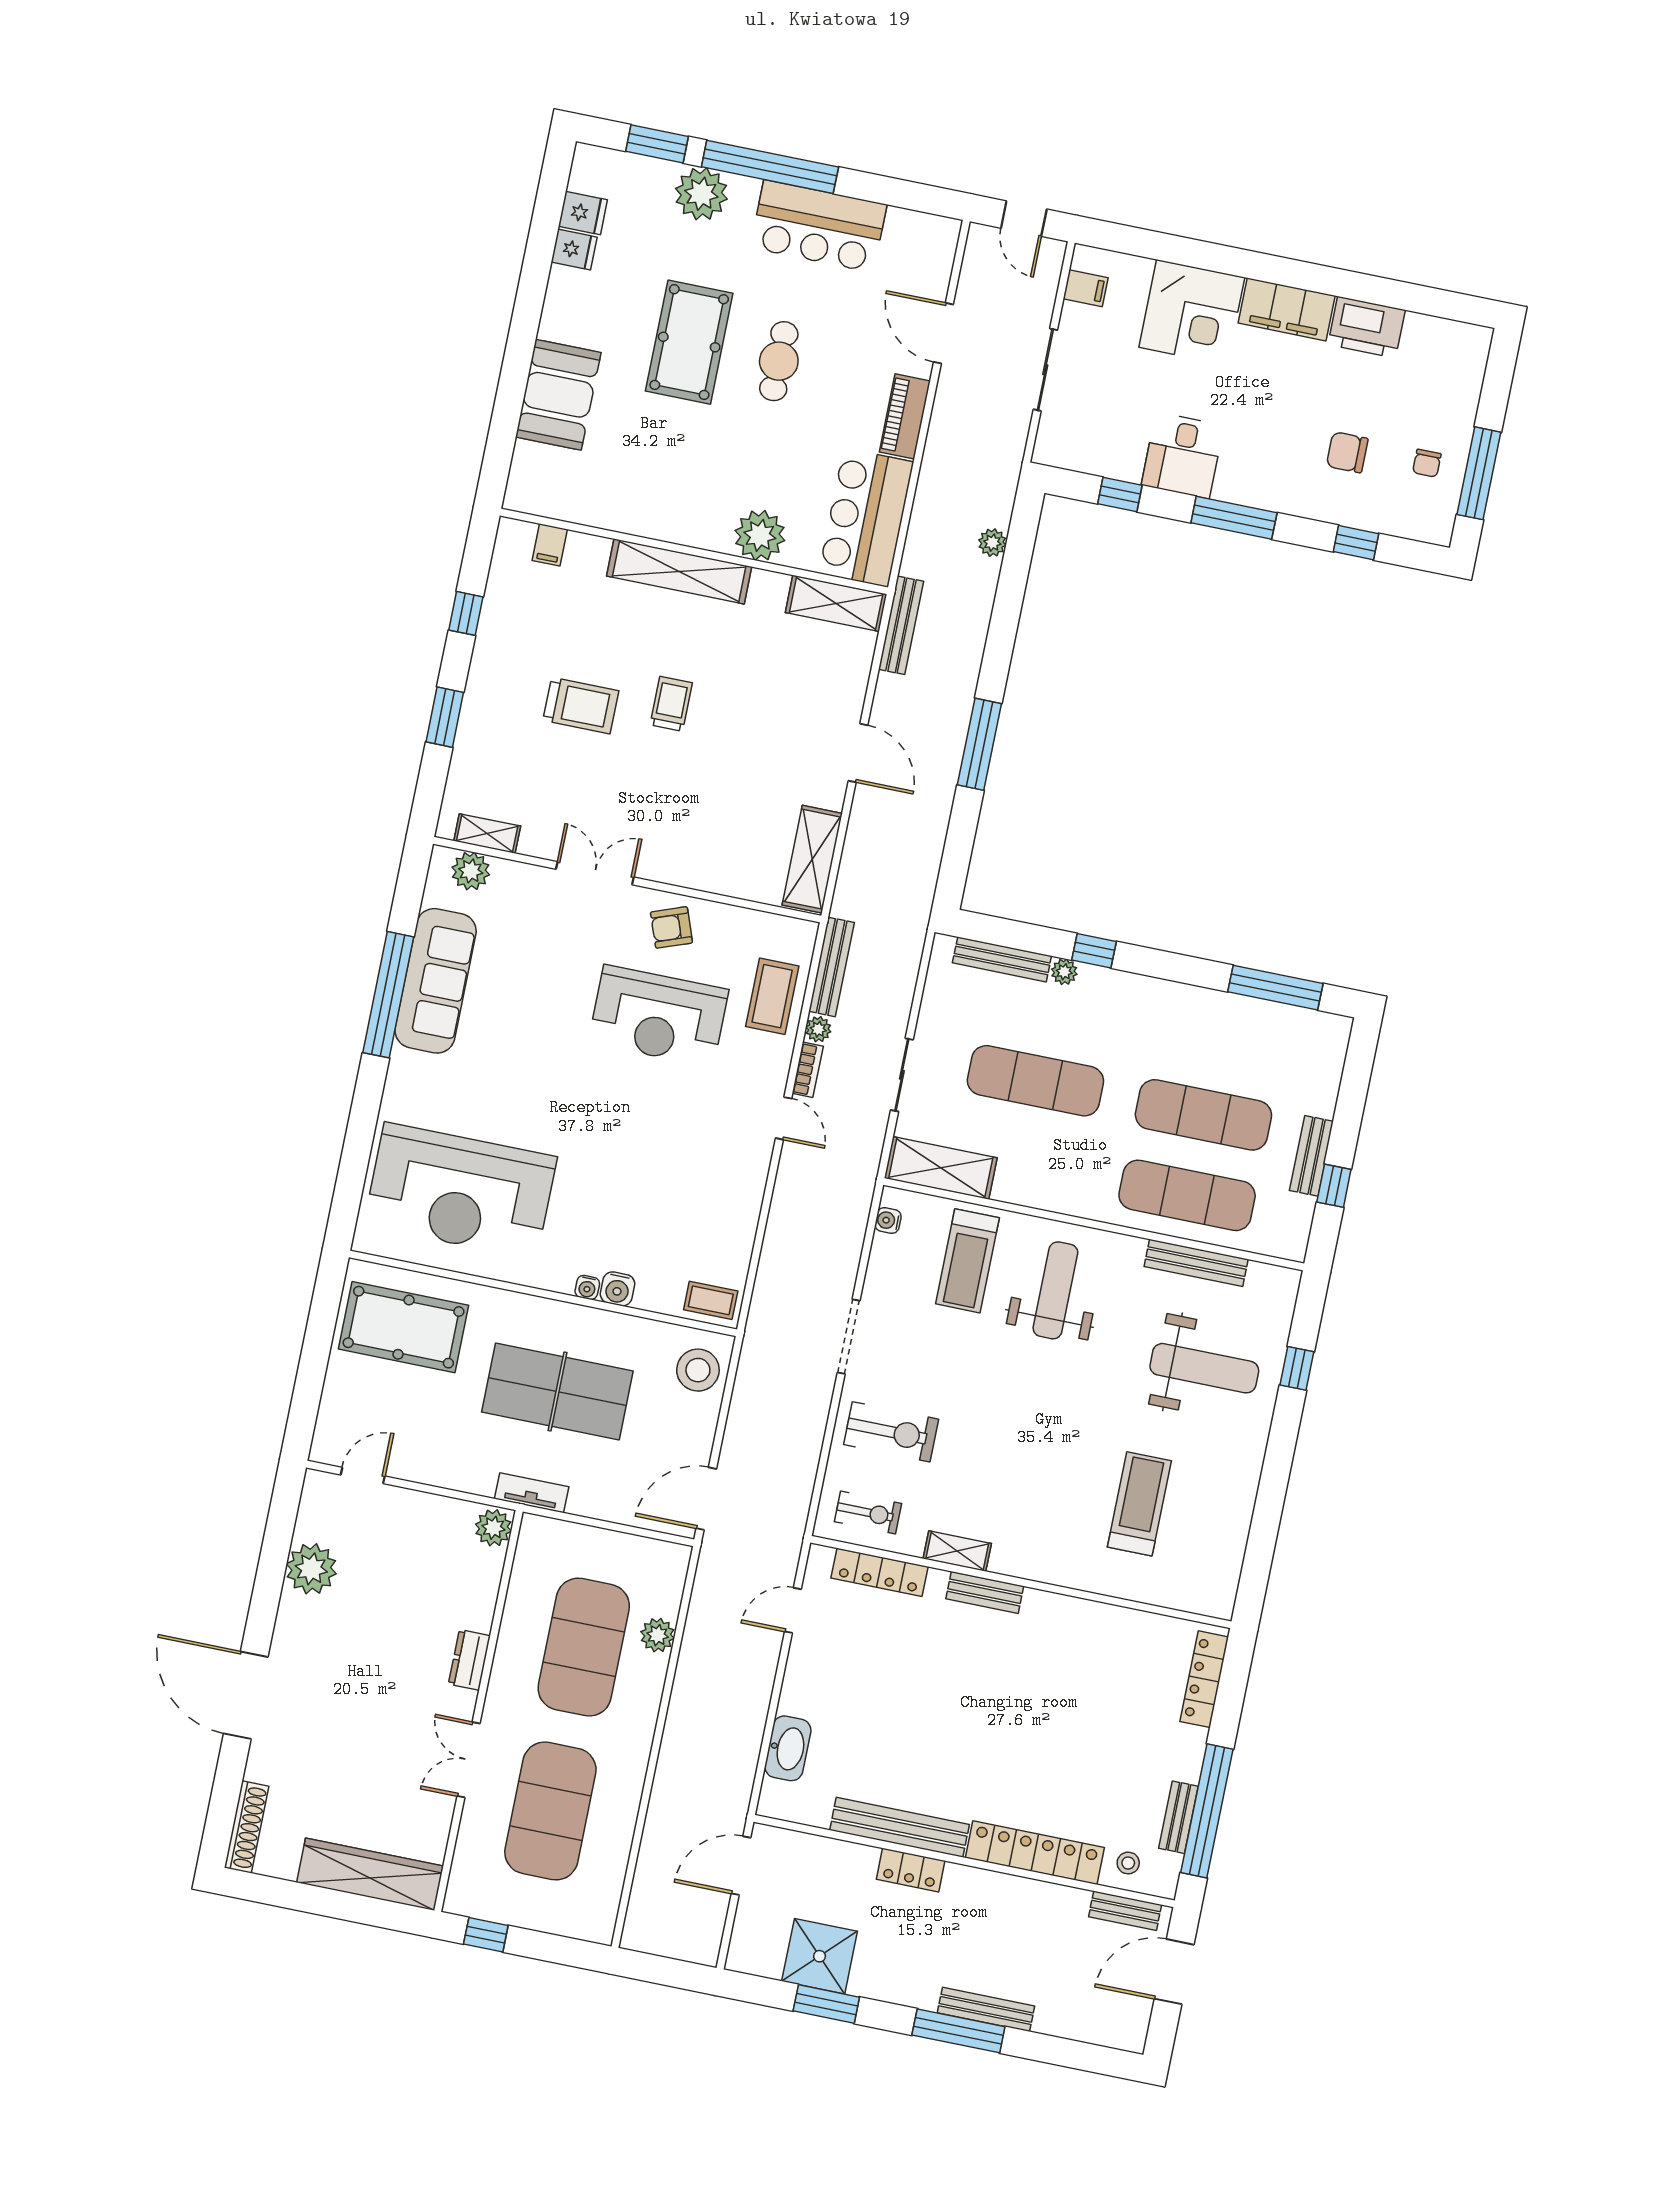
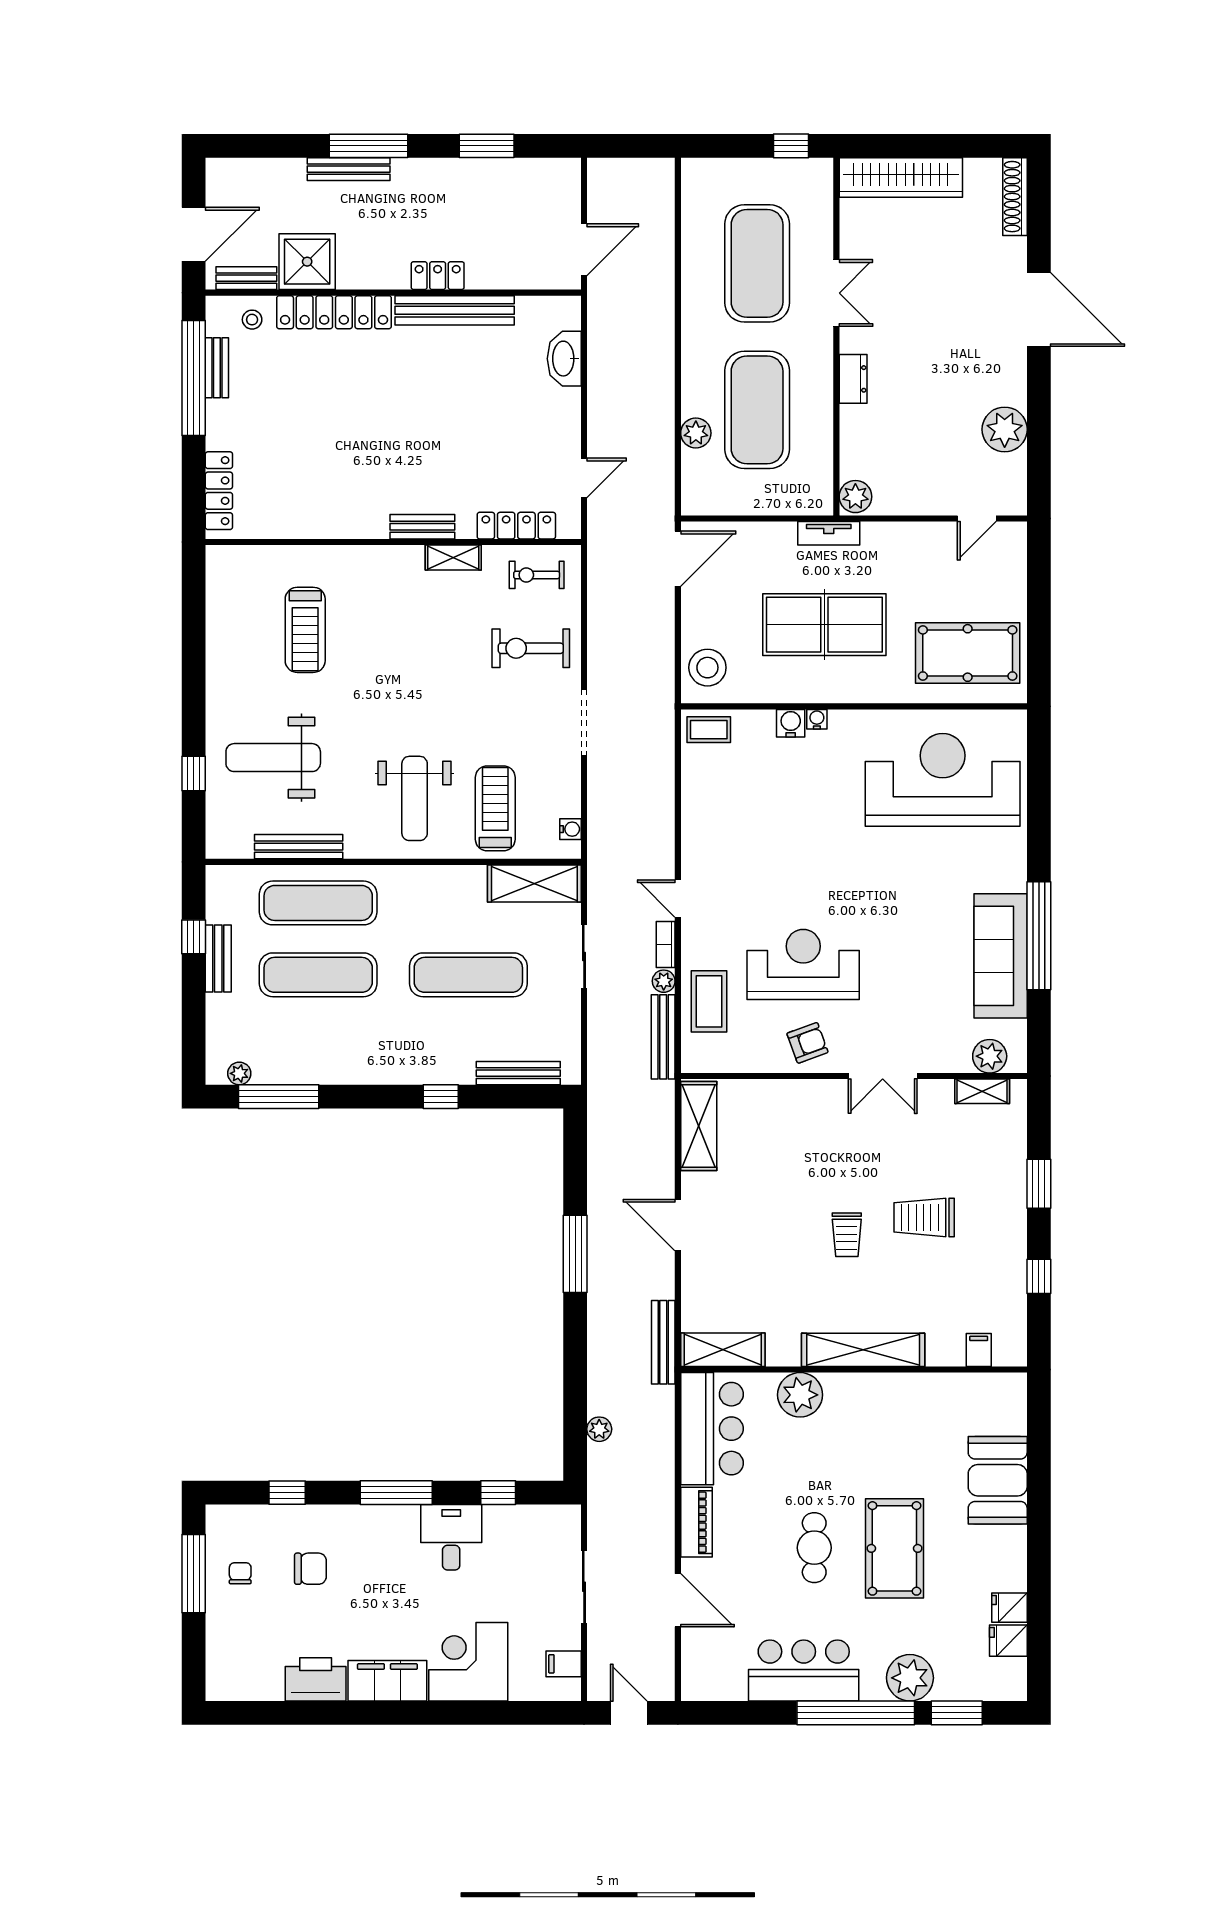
plant: (1064, 972) -> (239, 1073), moved
shower: (820, 1956) -> (307, 262), moved

